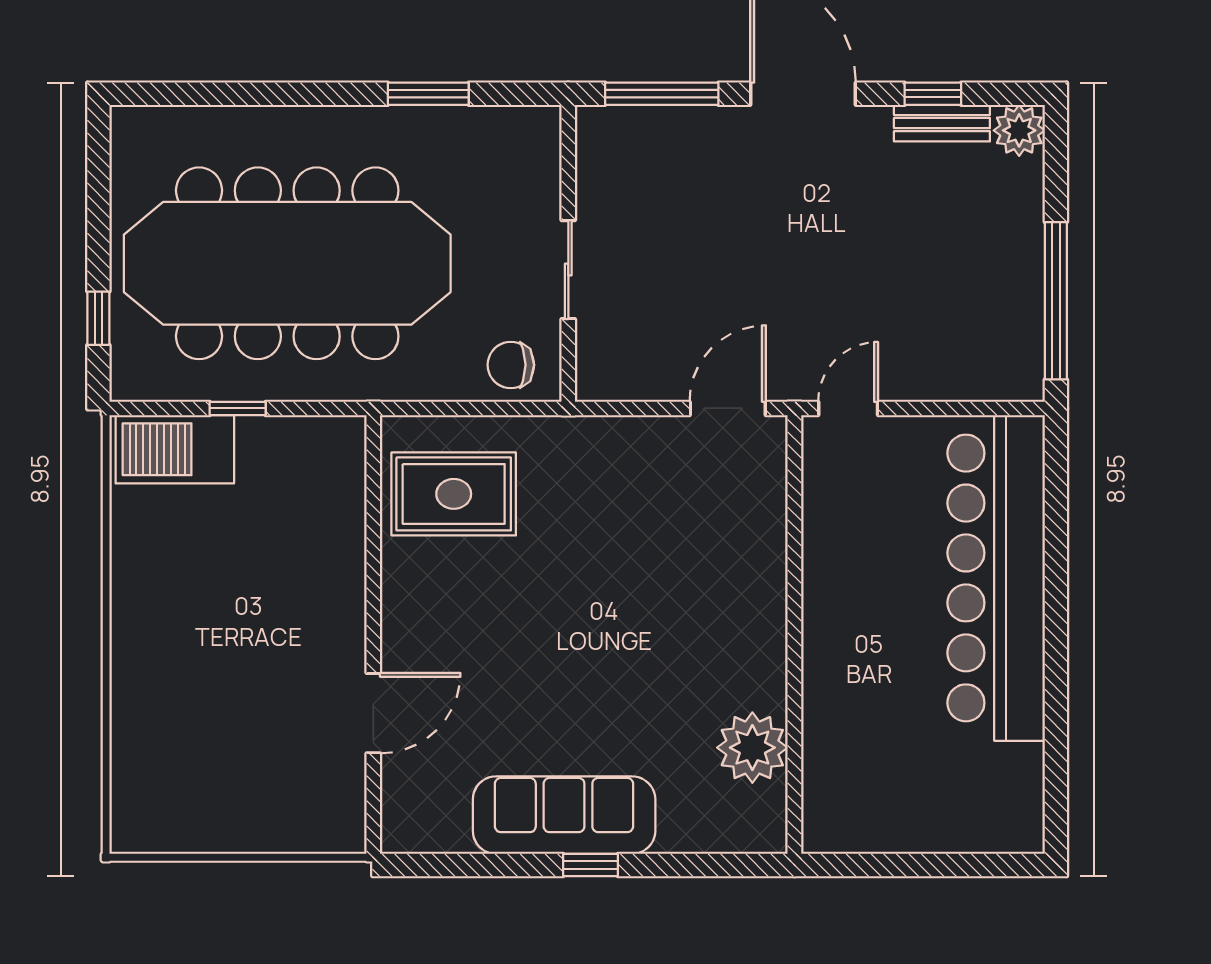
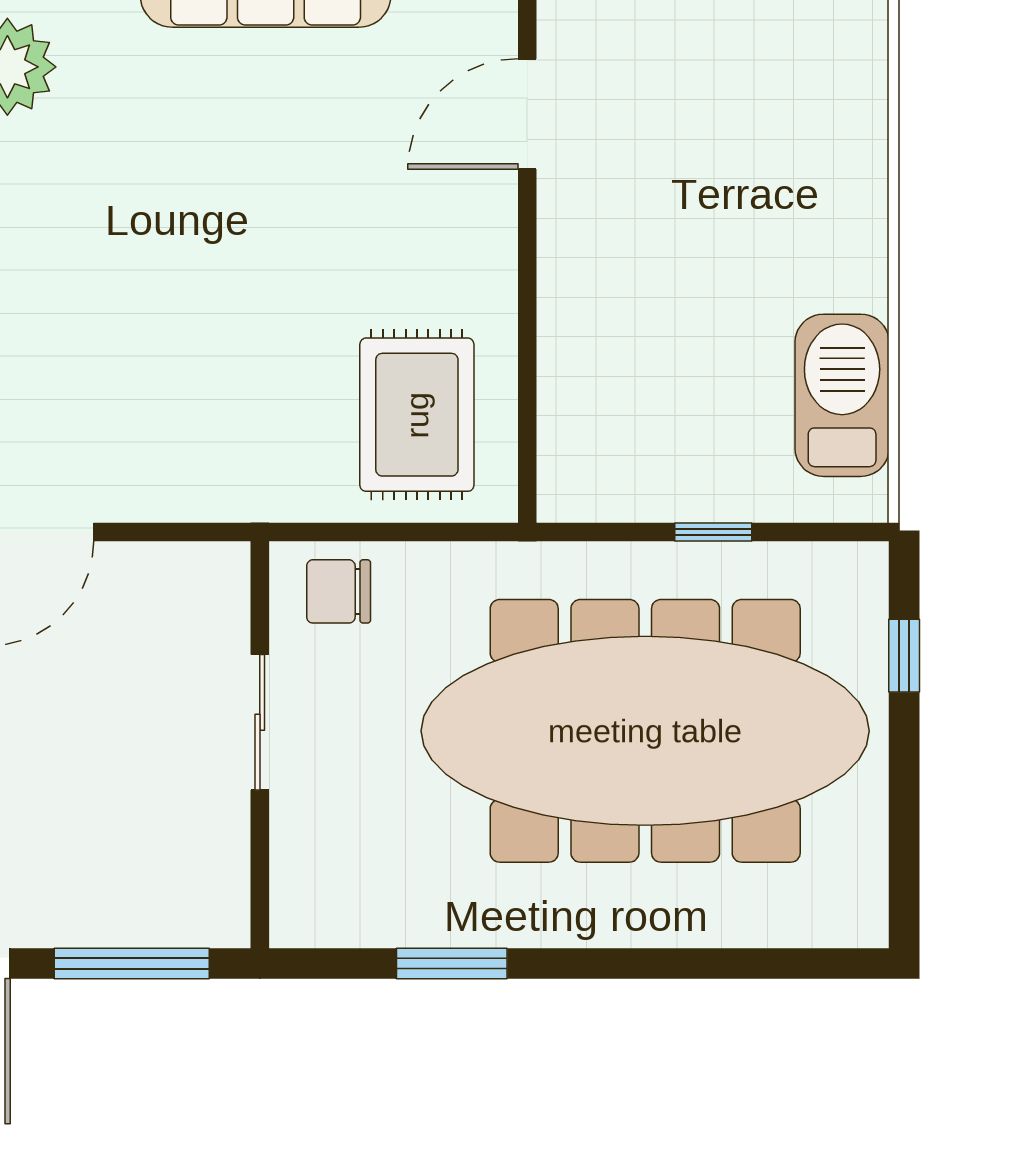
chair: (511, 365) -> (339, 591), turned 180
barbecue: (175, 449) -> (842, 395), moved, turned -90
rug: (454, 494) -> (417, 415), turned 90

